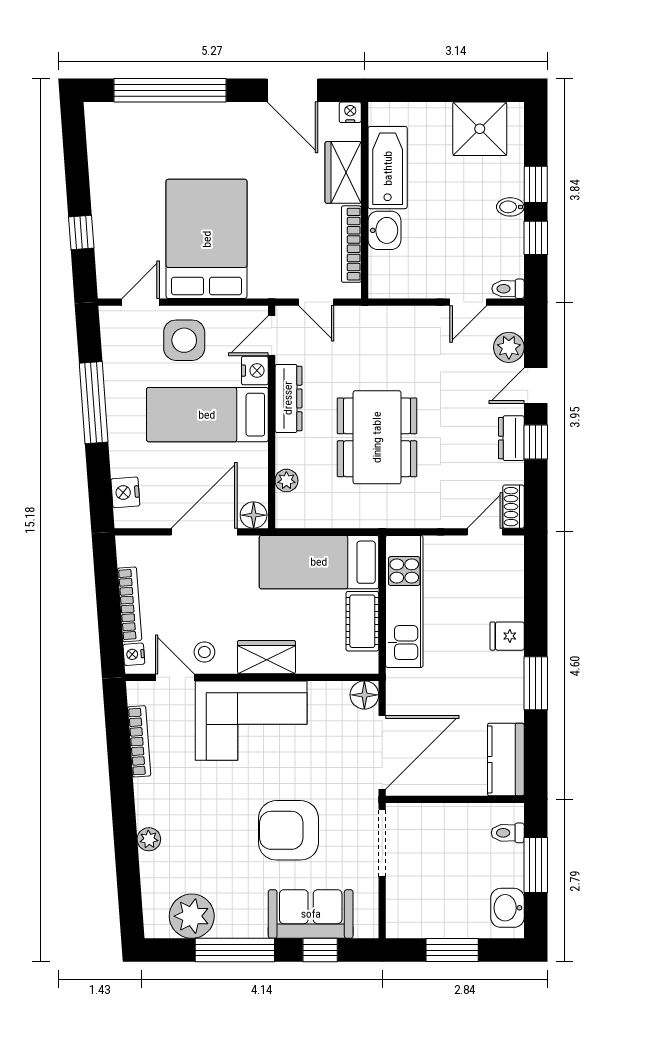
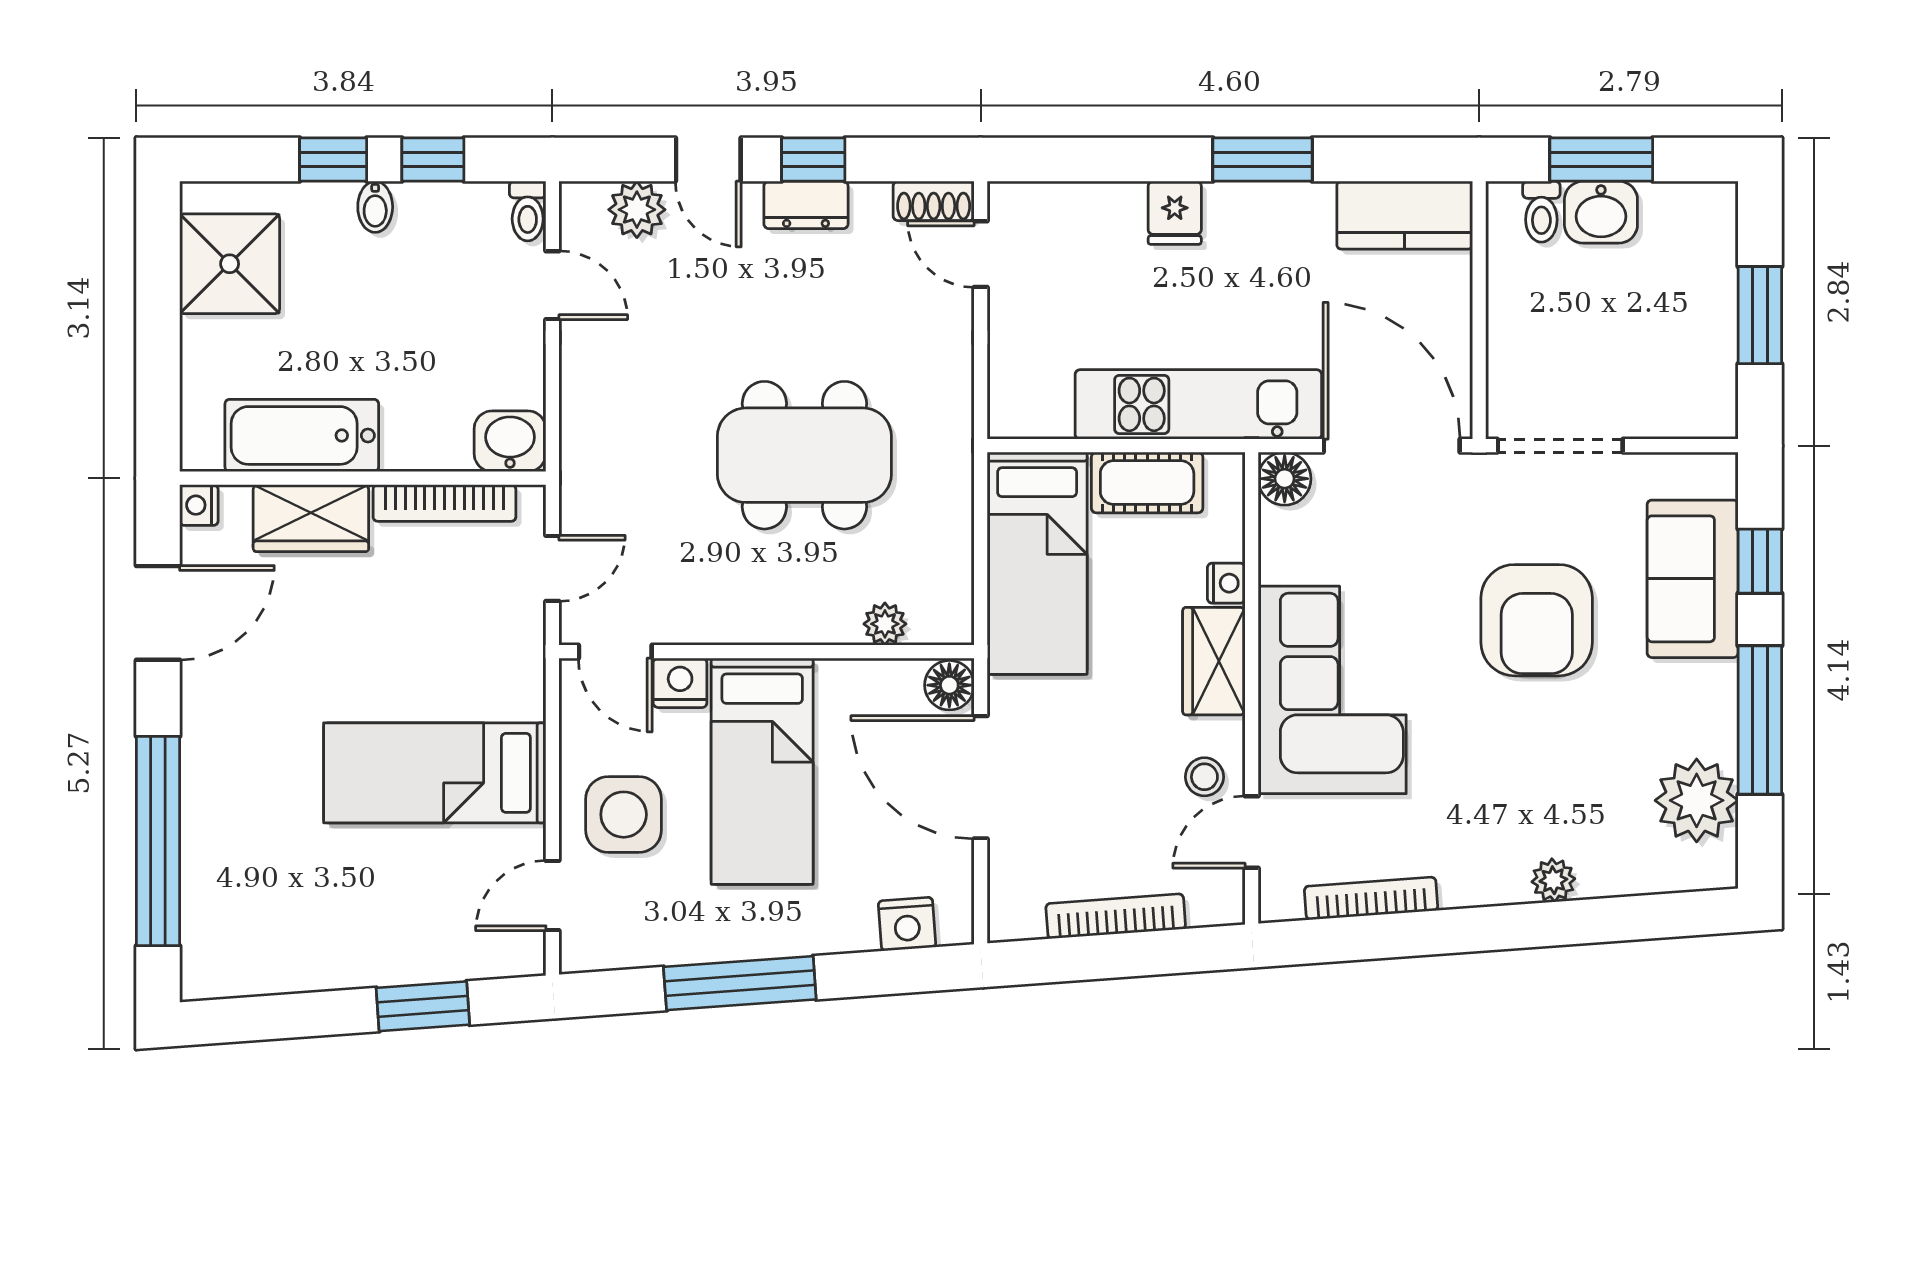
washbasin: (384, 230) -> (510, 441), moved
window: (81, 232) -> (423, 1006), width x1.50
bed: (207, 239) -> (435, 773), width x0.67
door: (141, 302) -> (552, 896), hinge flipped
dresser: (288, 398) -> (732, 620), removed
kitchen unit: (404, 601) -> (1198, 404), moved
nightstand: (134, 654) -> (1226, 583), moved, turned -86
washbasin: (507, 908) -> (1601, 212), moved

